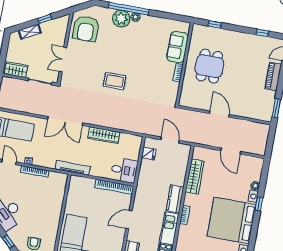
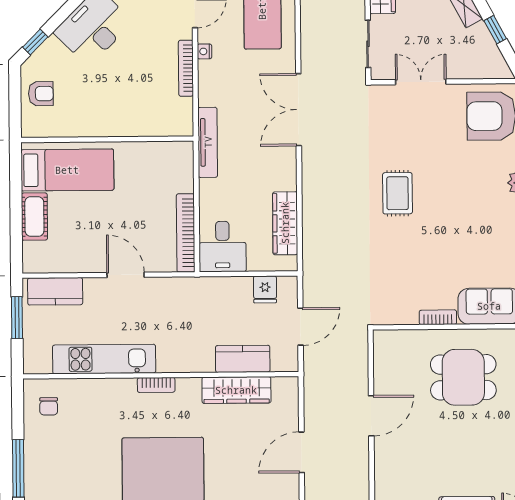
wardrobe: (104, 135) -> (285, 223), moved
kitchen counter: (175, 199) -> (243, 359), moved

